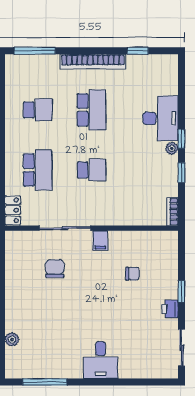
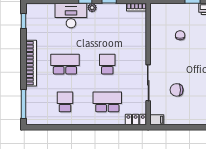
window: (138, 51) -> (24, 21), moved
filing cabinet: (100, 240) -> (157, 120), moved

